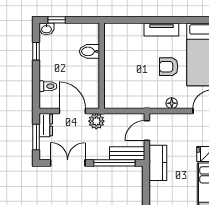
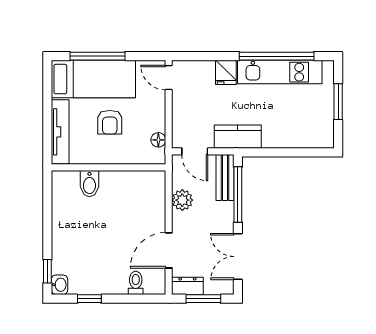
tv unit: (161, 29) -> (60, 132), width x1.41
bidet: (89, 51) -> (89, 184), moved
wall: (102, 66) -> (109, 167), moved
floor lamp: (172, 103) -> (158, 140), moved
plant: (96, 121) -> (182, 200), moved

